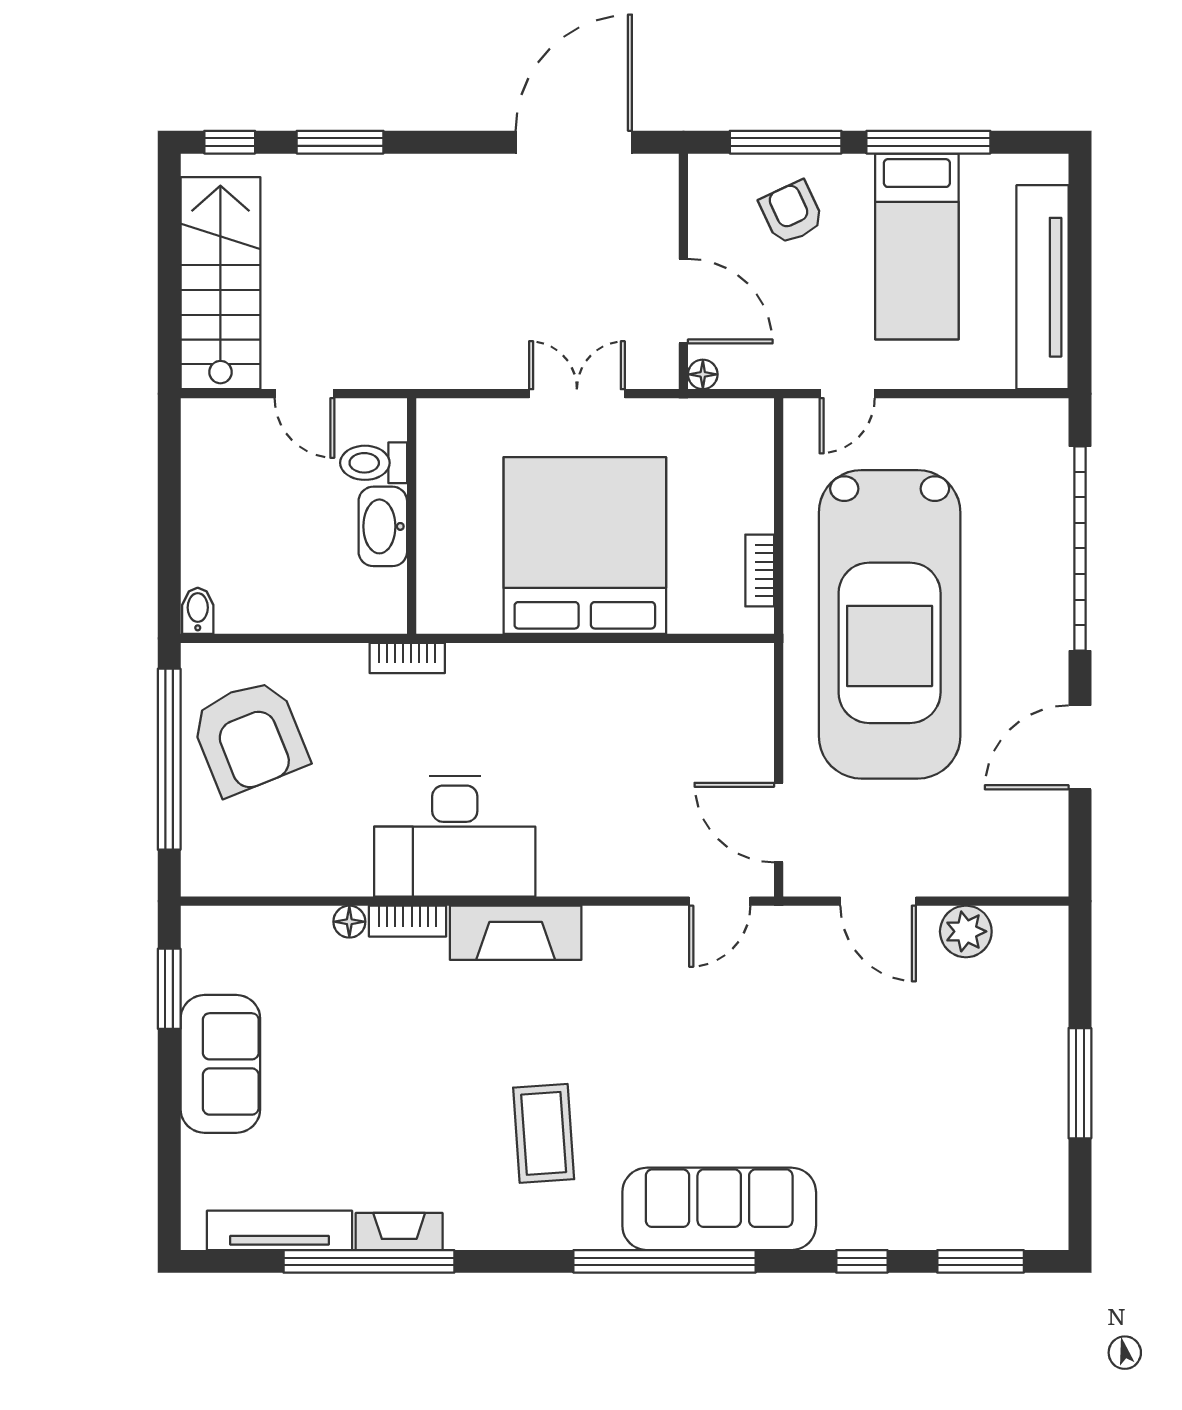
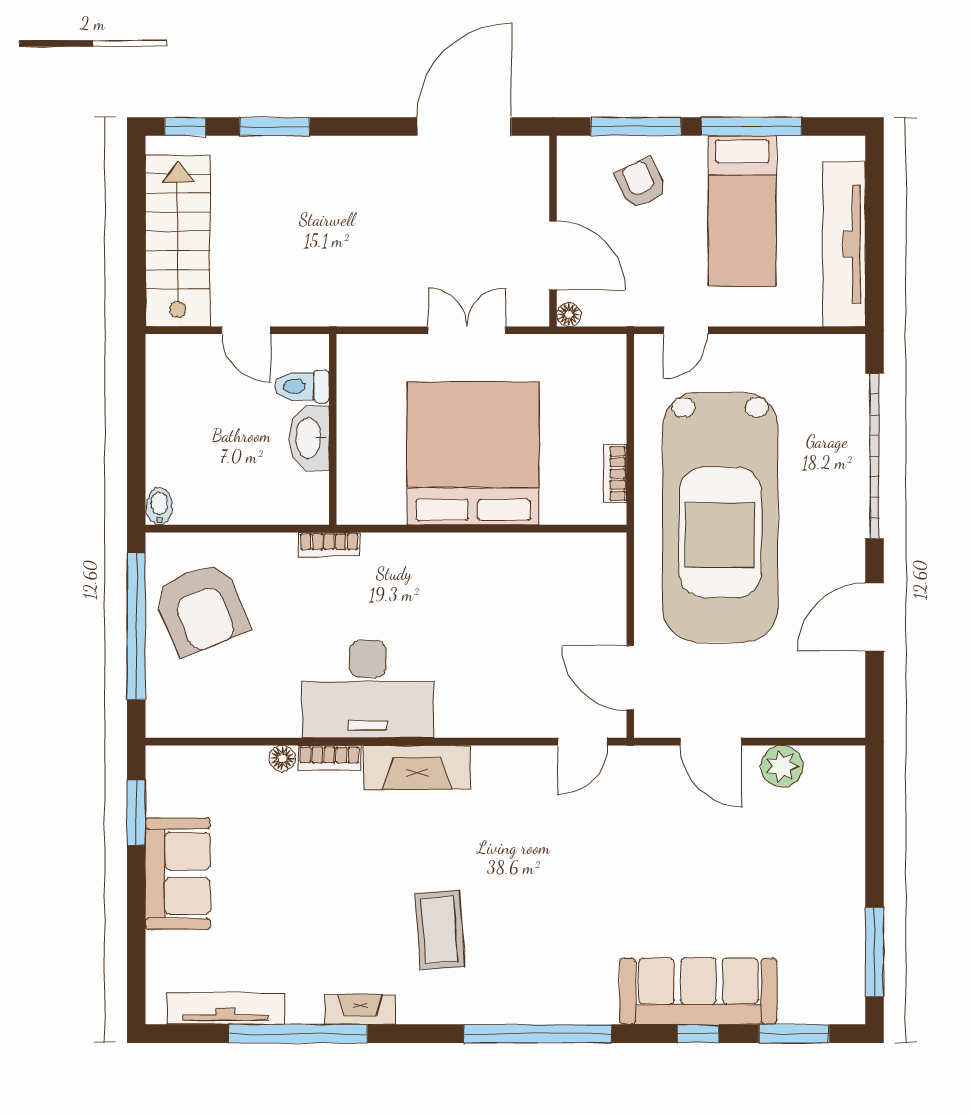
window: (1080, 1083) -> (874, 952), moved
sofa: (719, 1209) -> (698, 991), moved
fireplace: (399, 1231) -> (360, 1009), moved

